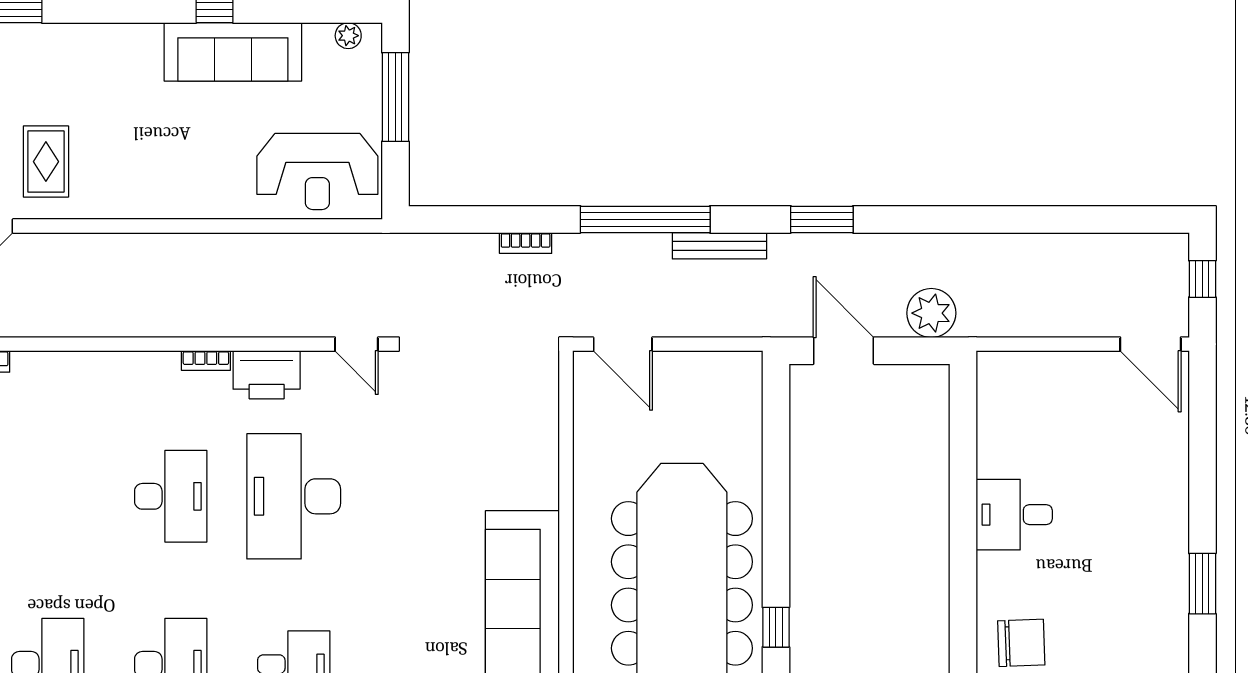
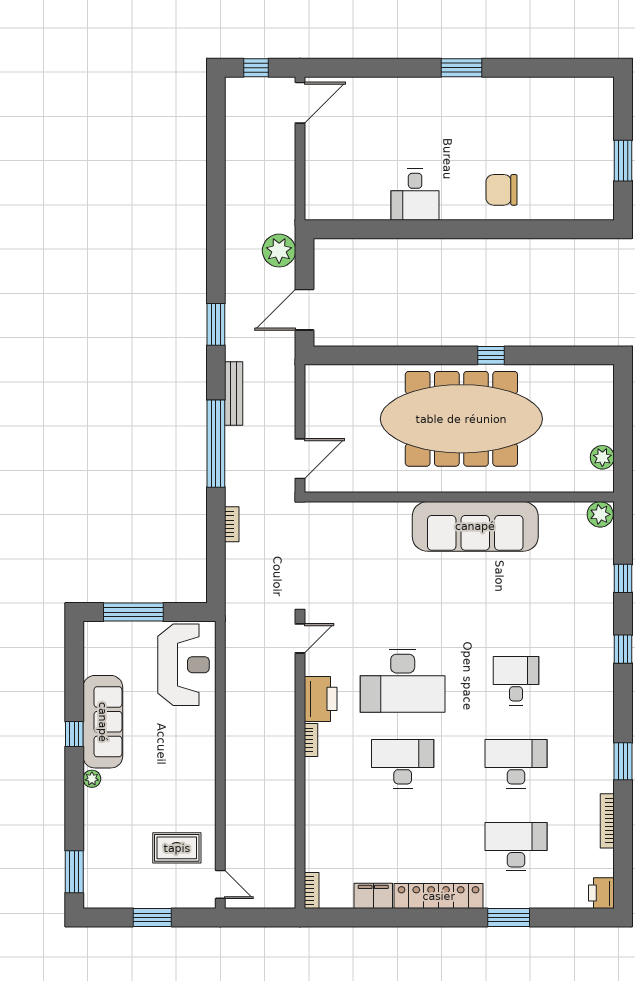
plant: (348, 36) -> (92, 779), moved
chair: (1021, 643) -> (502, 190), turned -88

